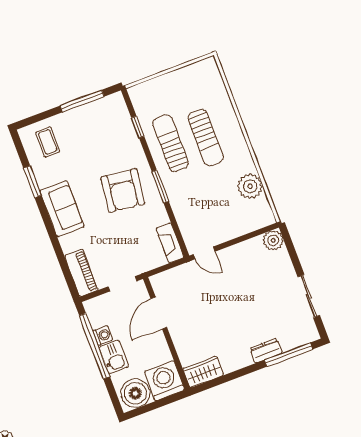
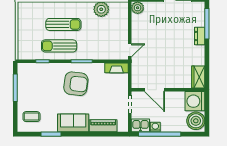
piano: (81, 273) -> (103, 126), moved
kitchen sink: (114, 357) -> (140, 125), moved

